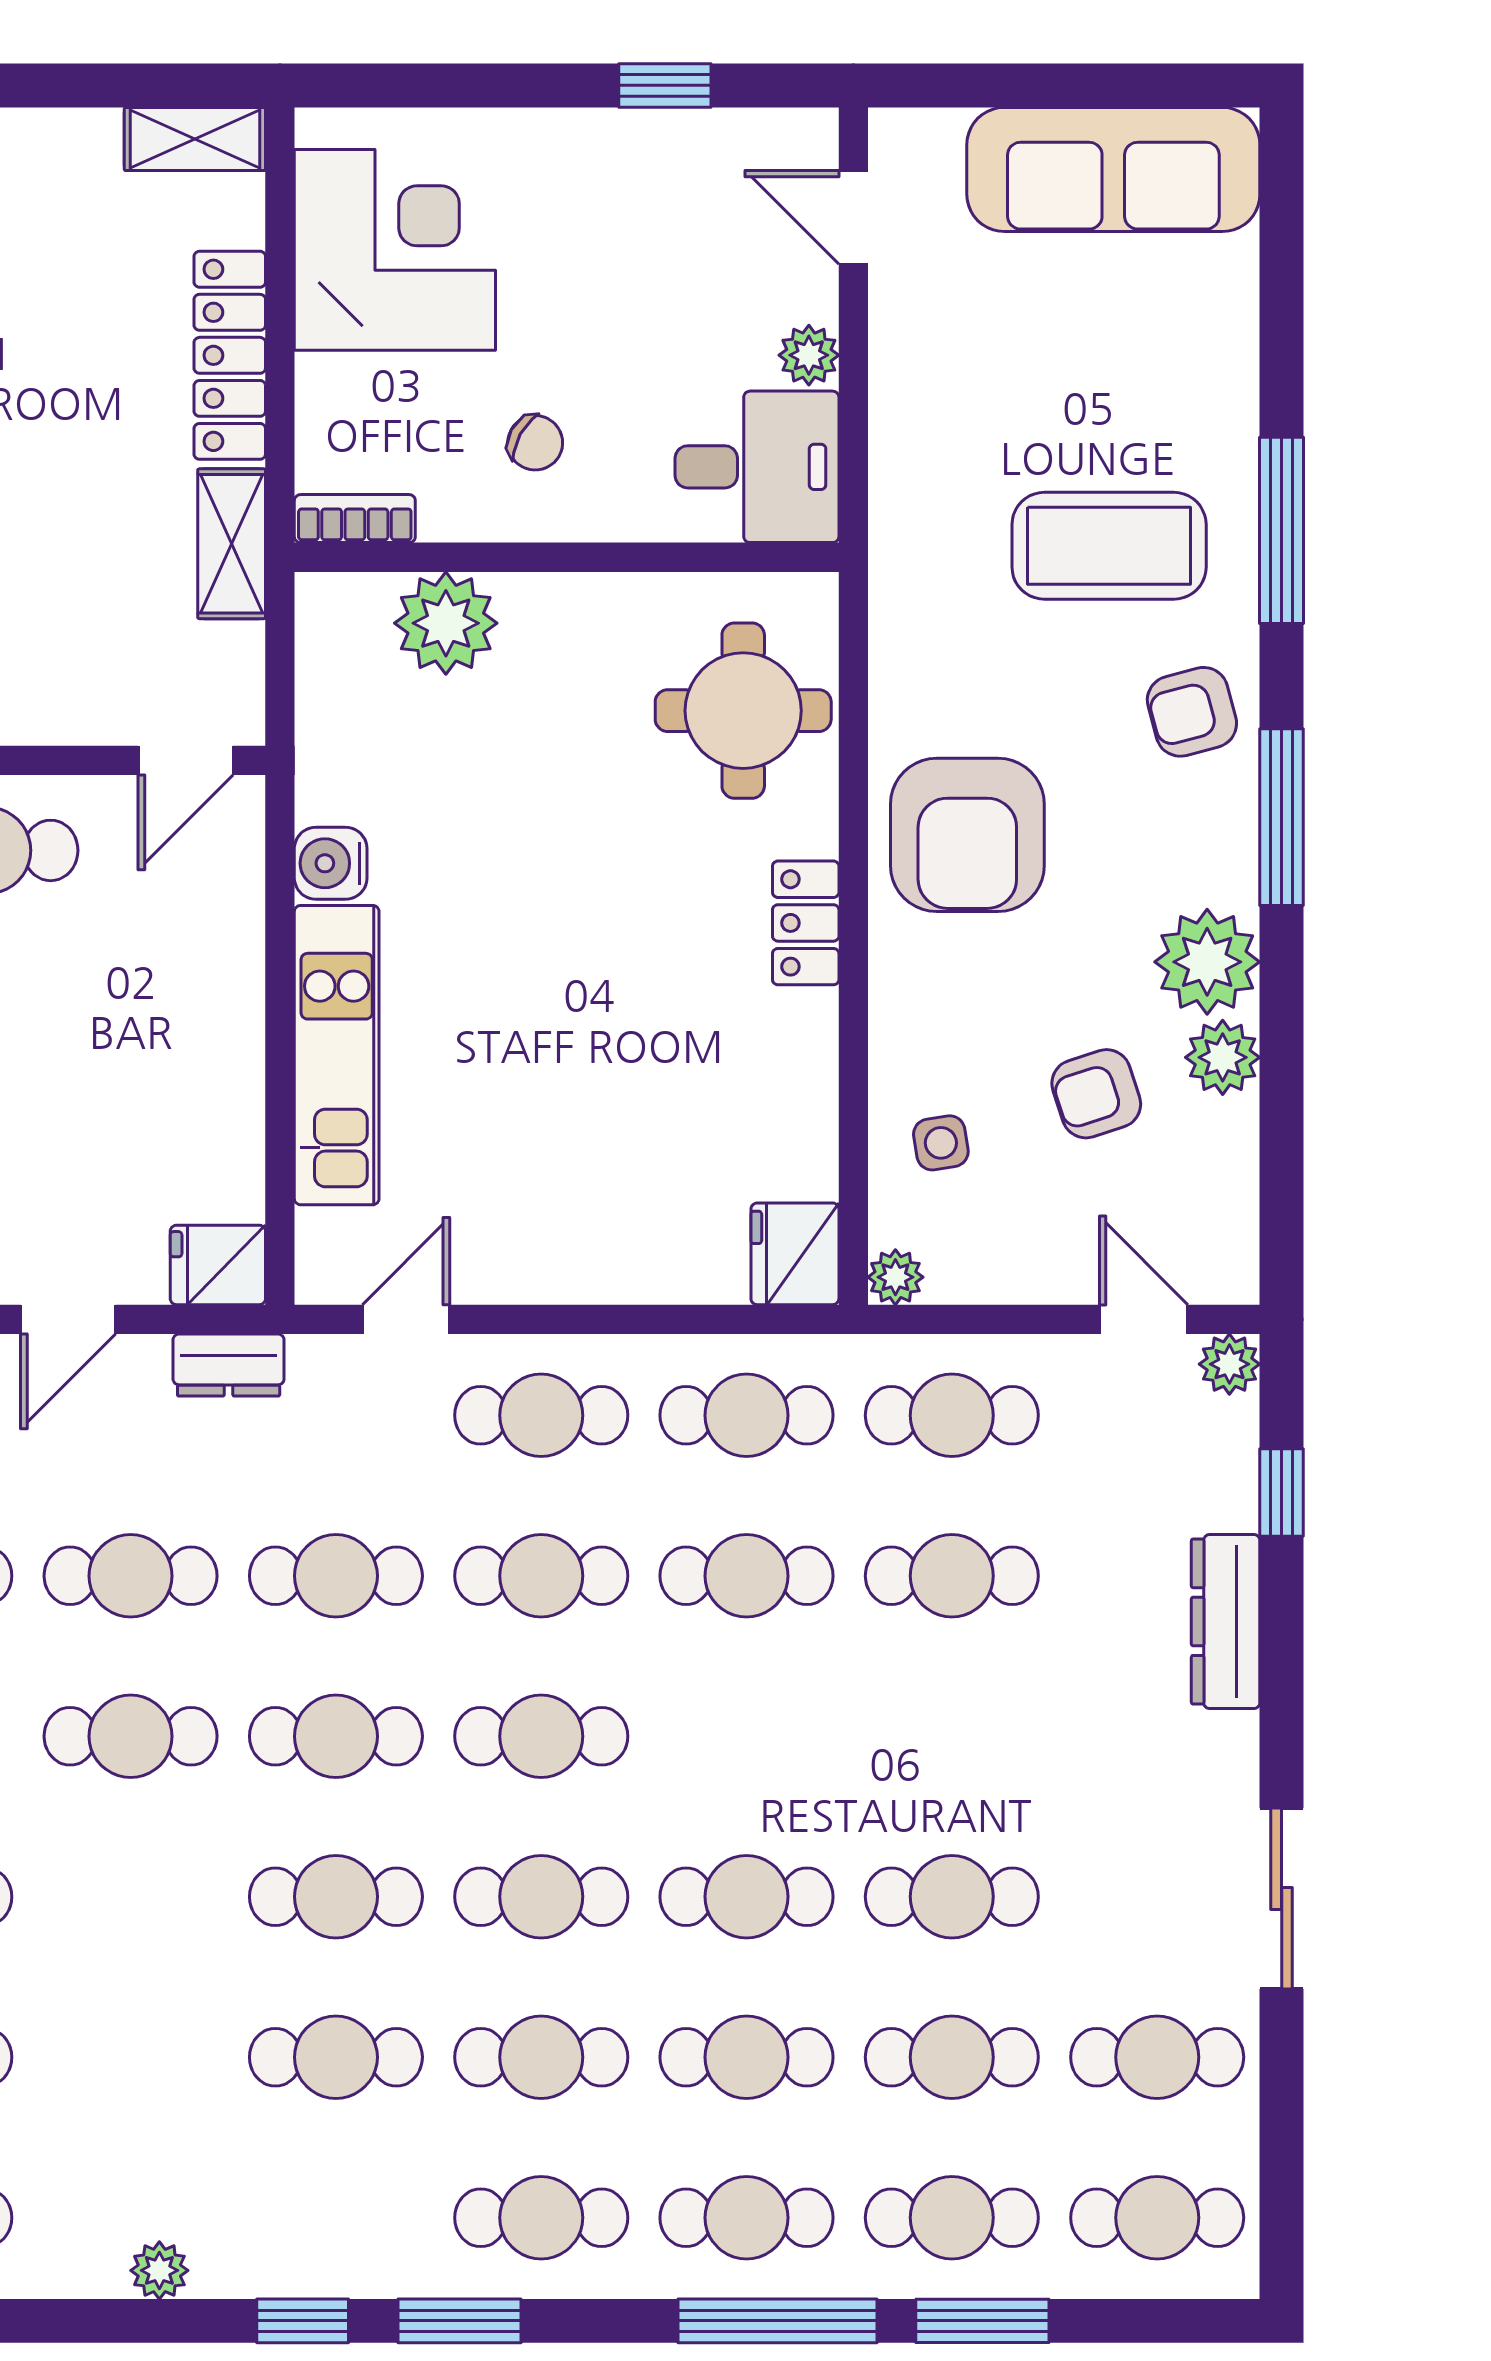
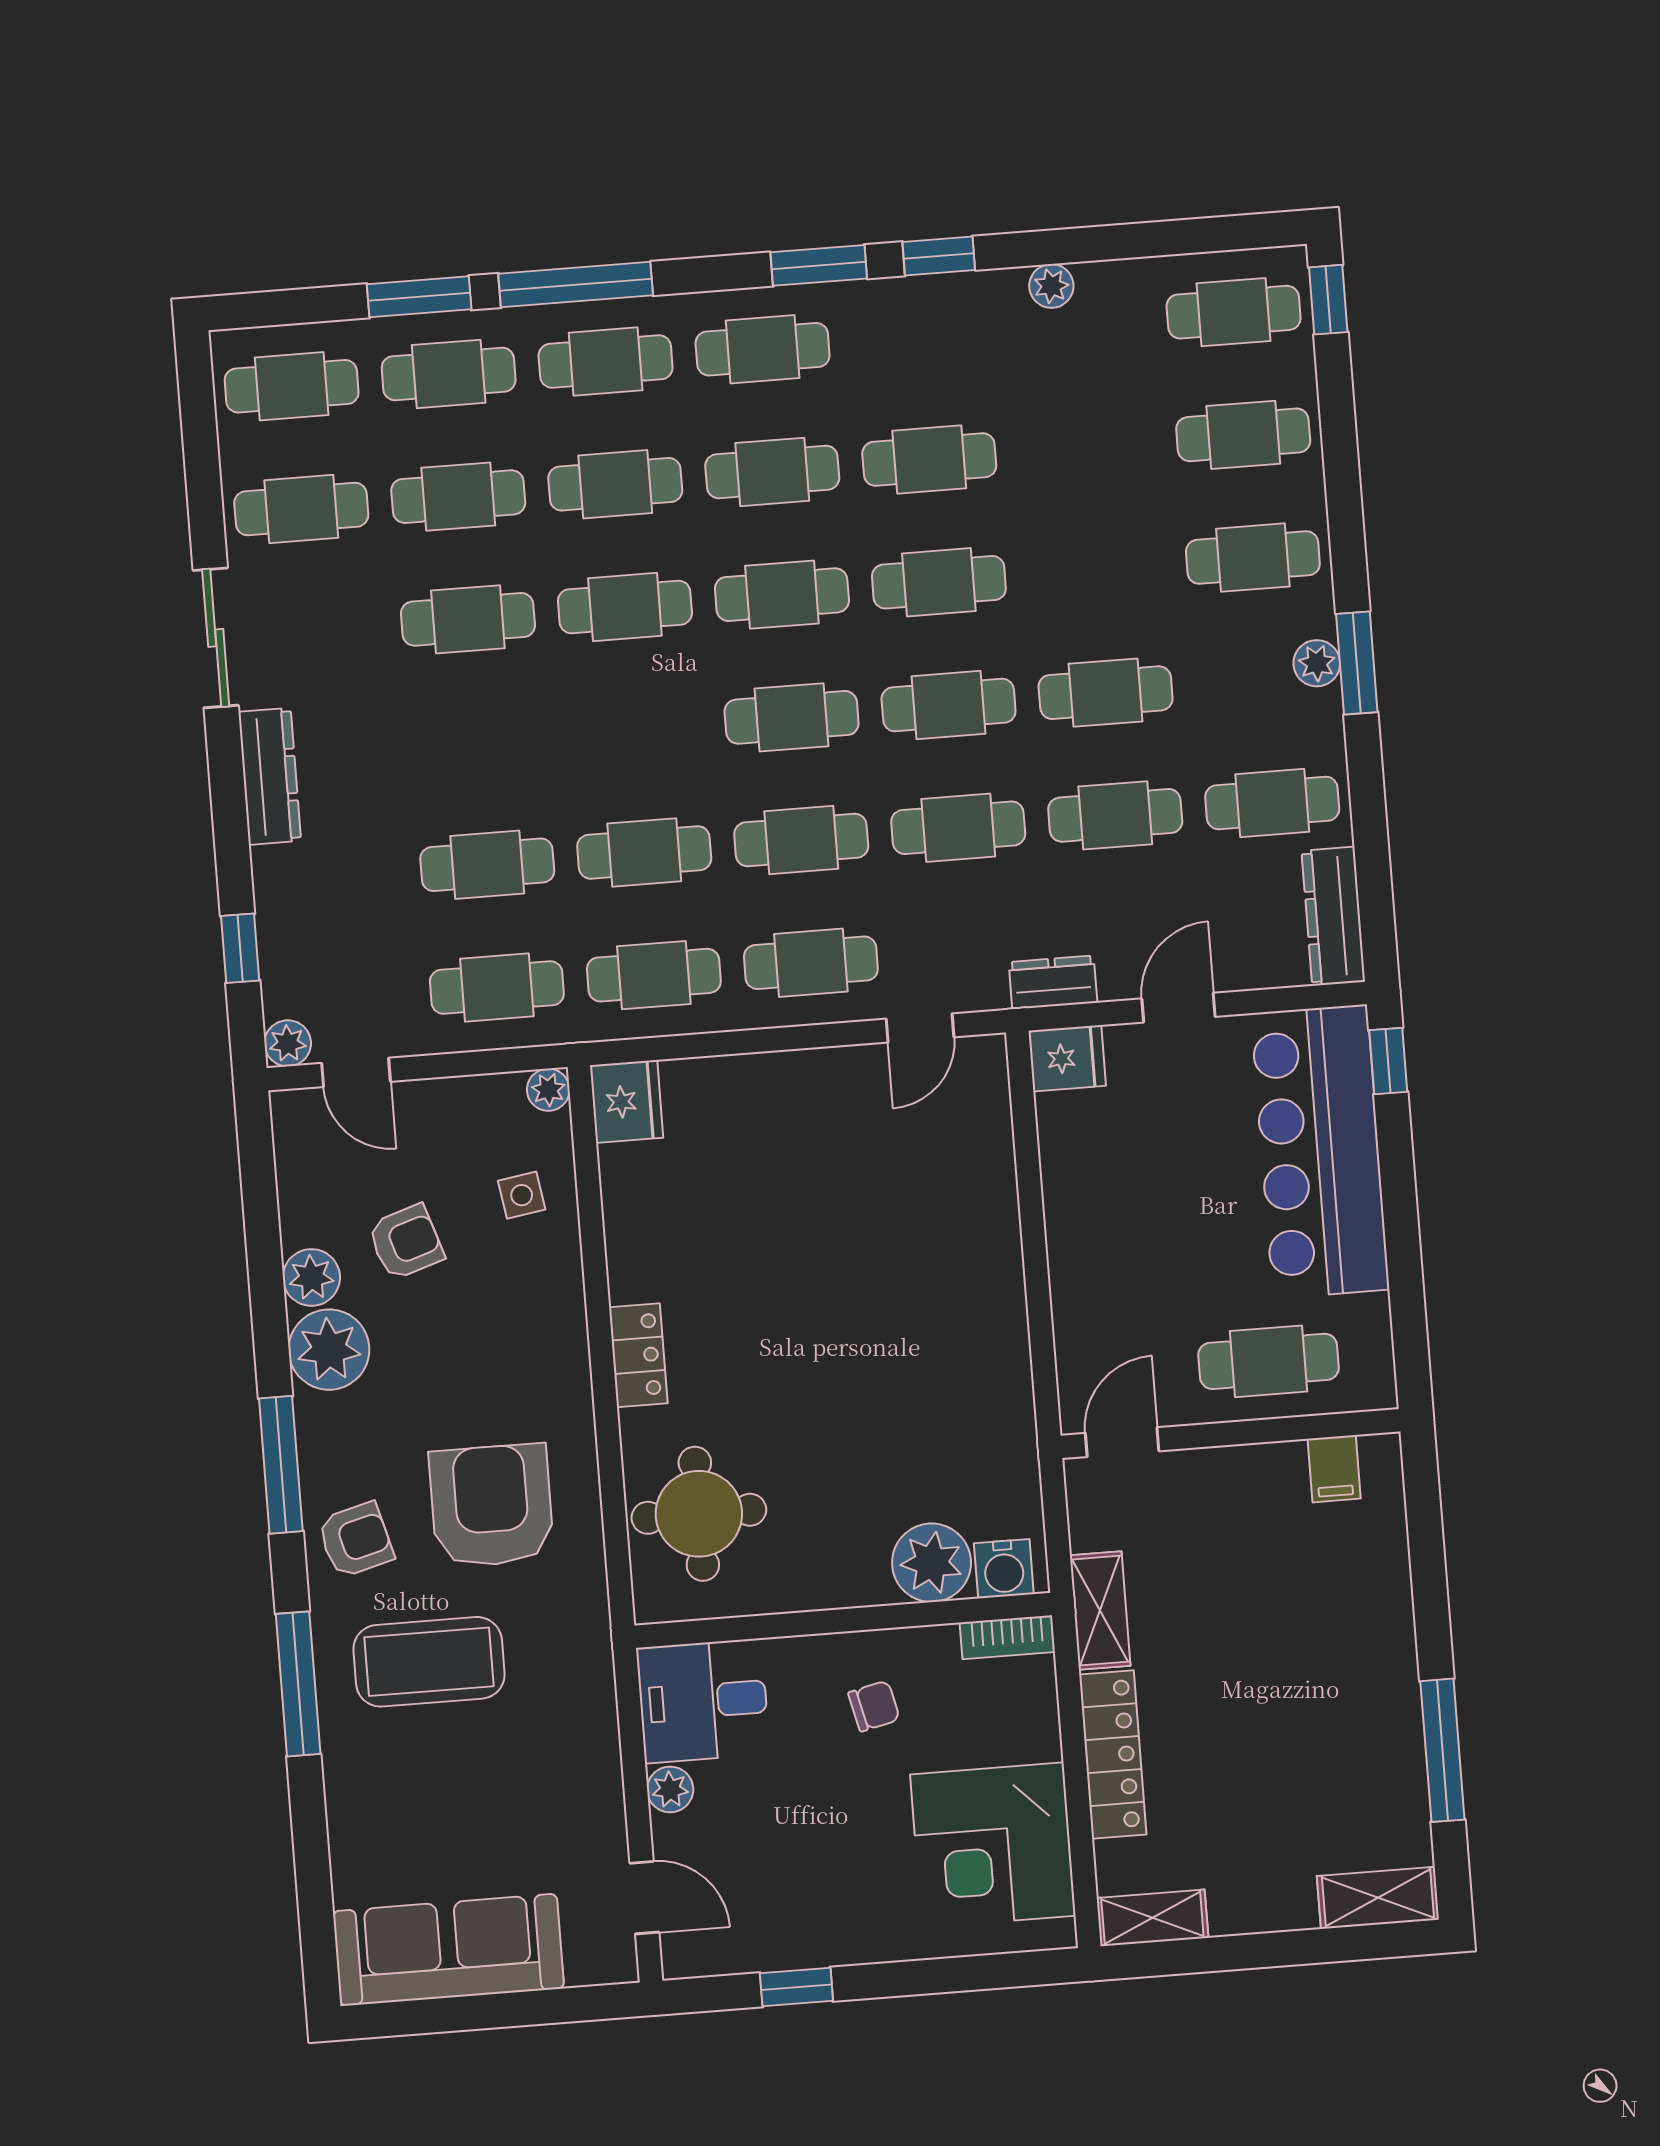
chair: (535, 443) -> (874, 1706), turned 138
armchair: (967, 835) -> (491, 1506), moved
water cooler: (331, 863) -> (1004, 1569), moved, turned 90
kitchen unit: (337, 1055) -> (989, 1226), removed
dresser: (1226, 1622) -> (270, 776), moved

